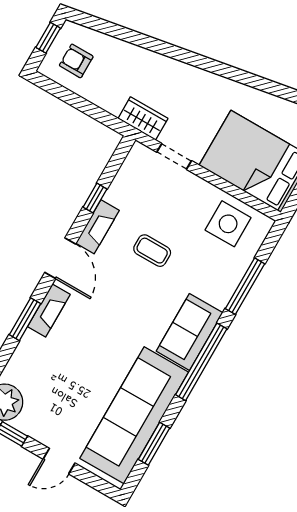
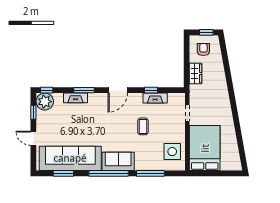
wardrobe: (143, 119) -> (195, 73), moved
fireplace: (97, 227) -> (155, 98), moved
fireplace: (49, 310) -> (75, 98), moved

